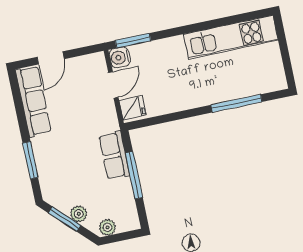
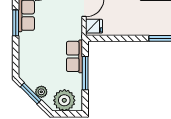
window: (30, 160) -> (16, 23), moved
plant: (107, 227) -> (64, 100), width x1.87, depth x1.87

